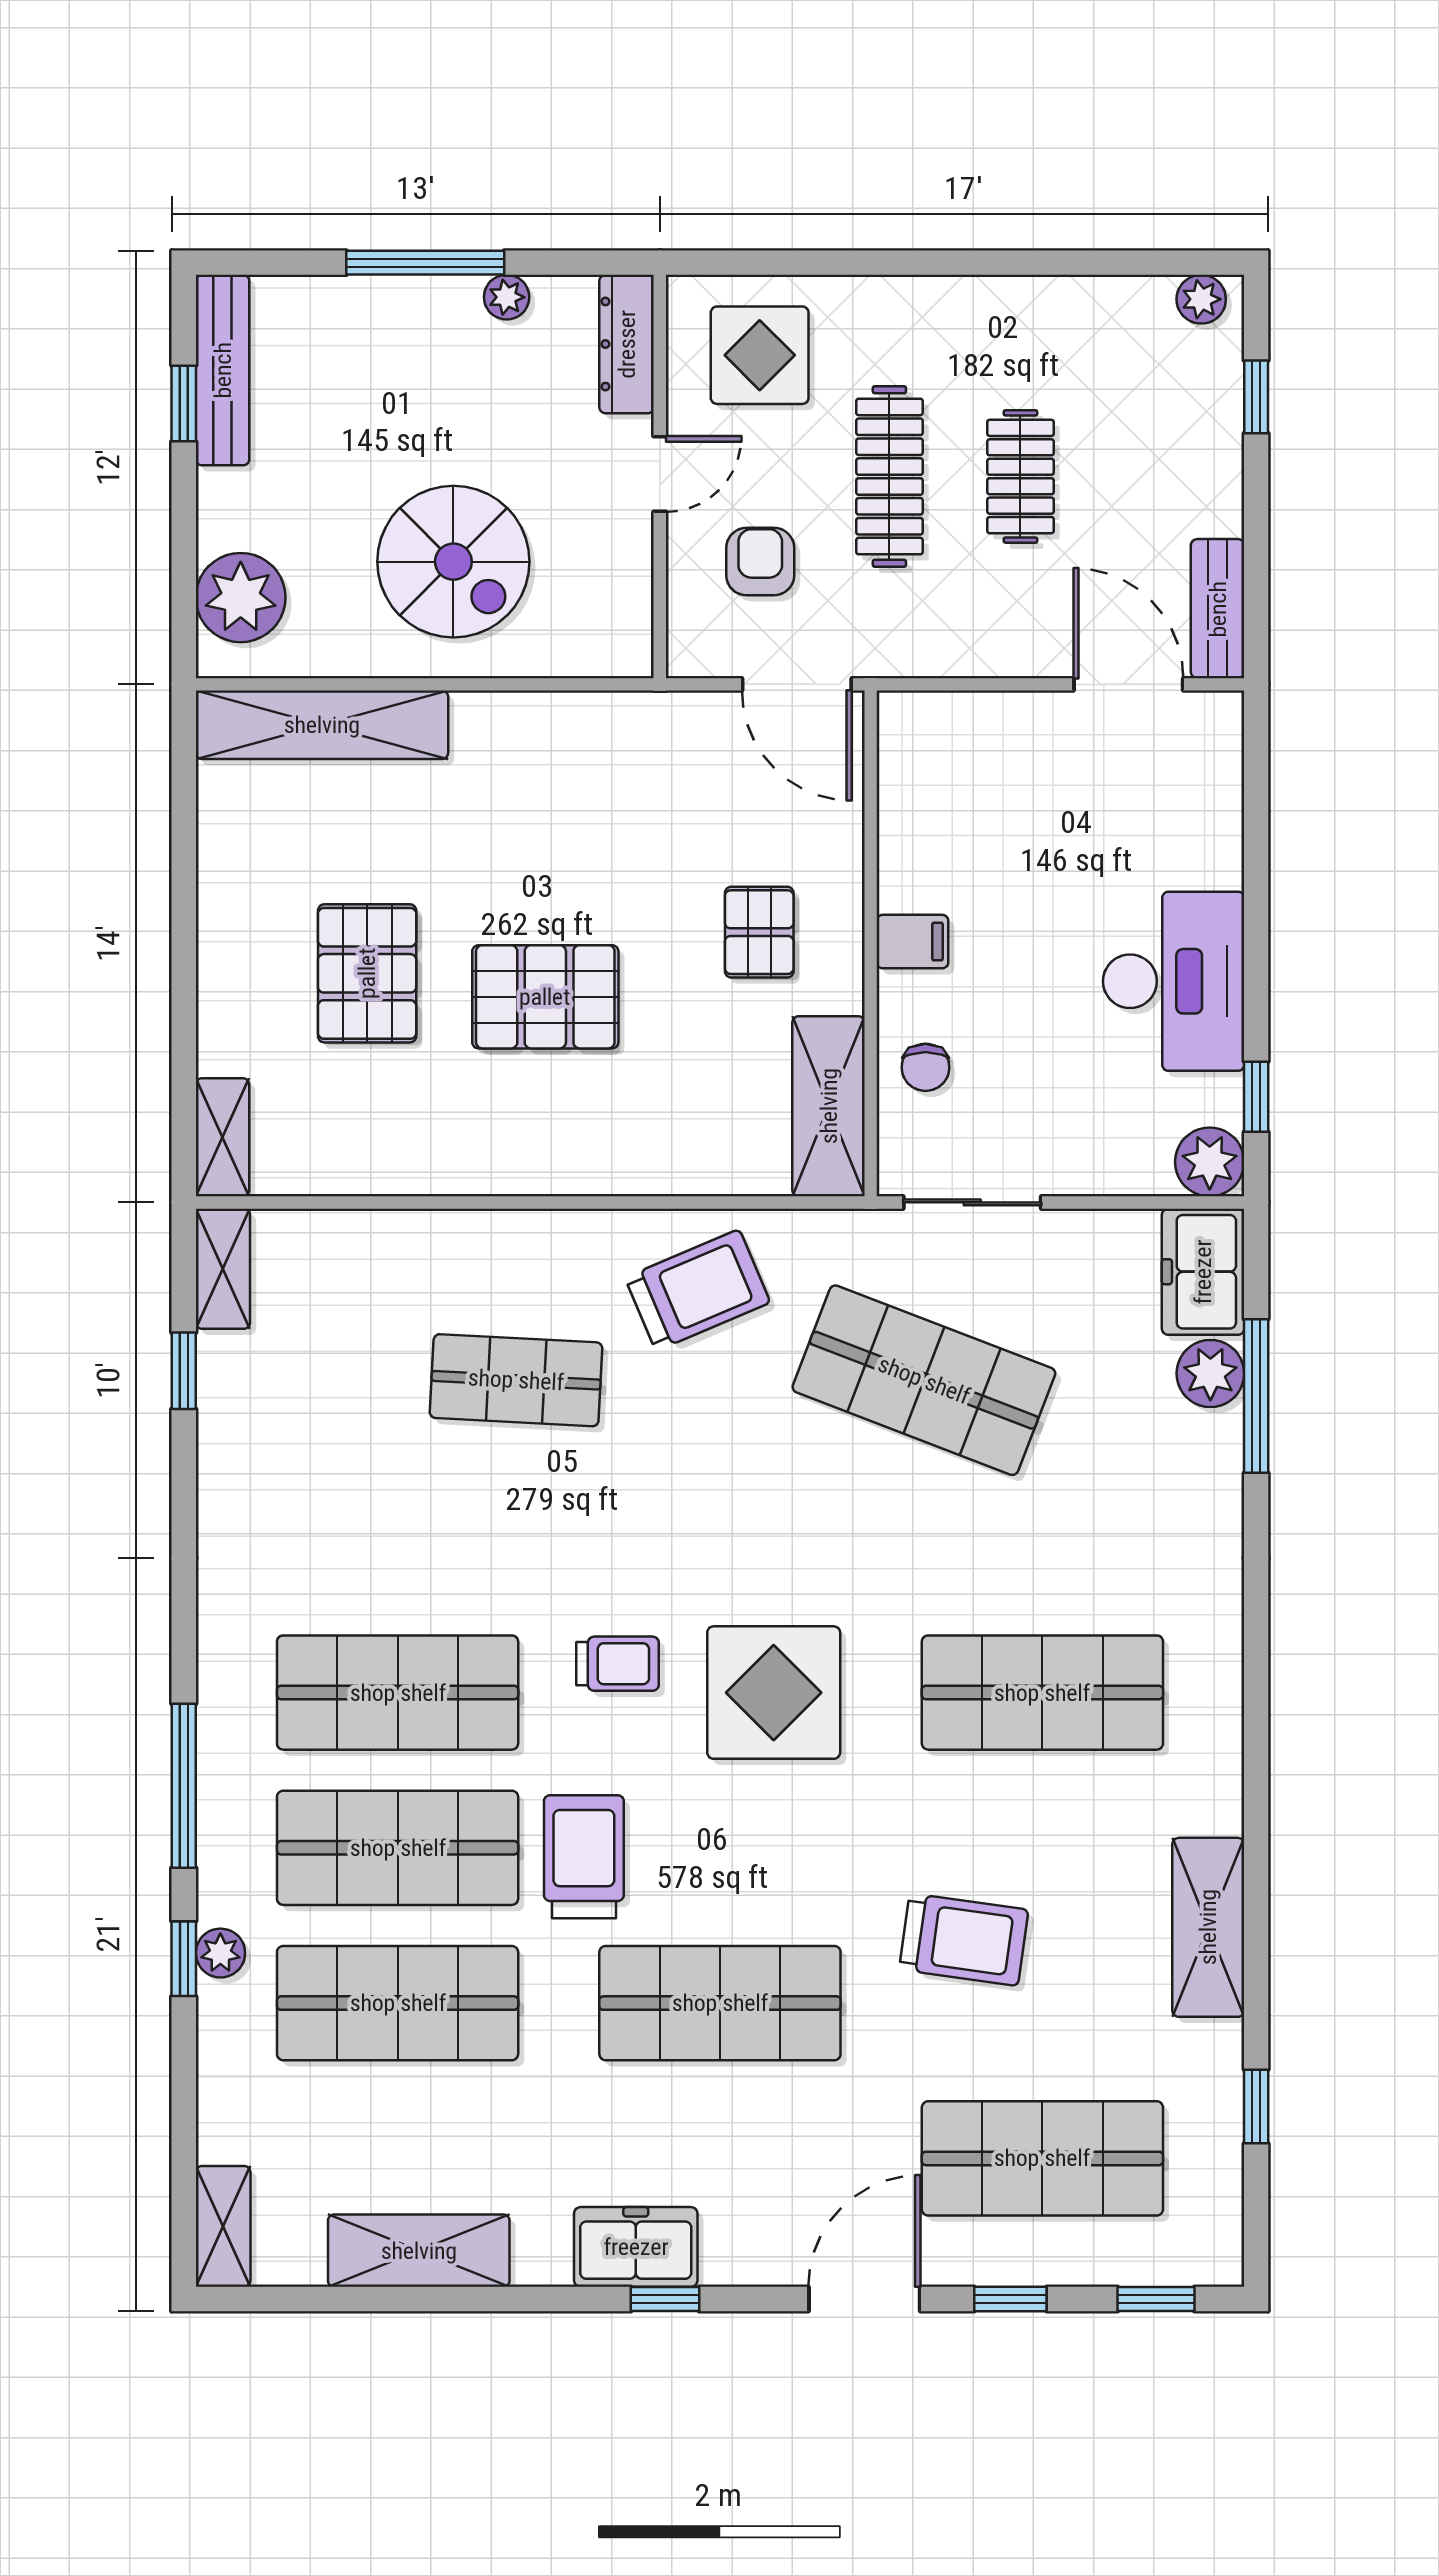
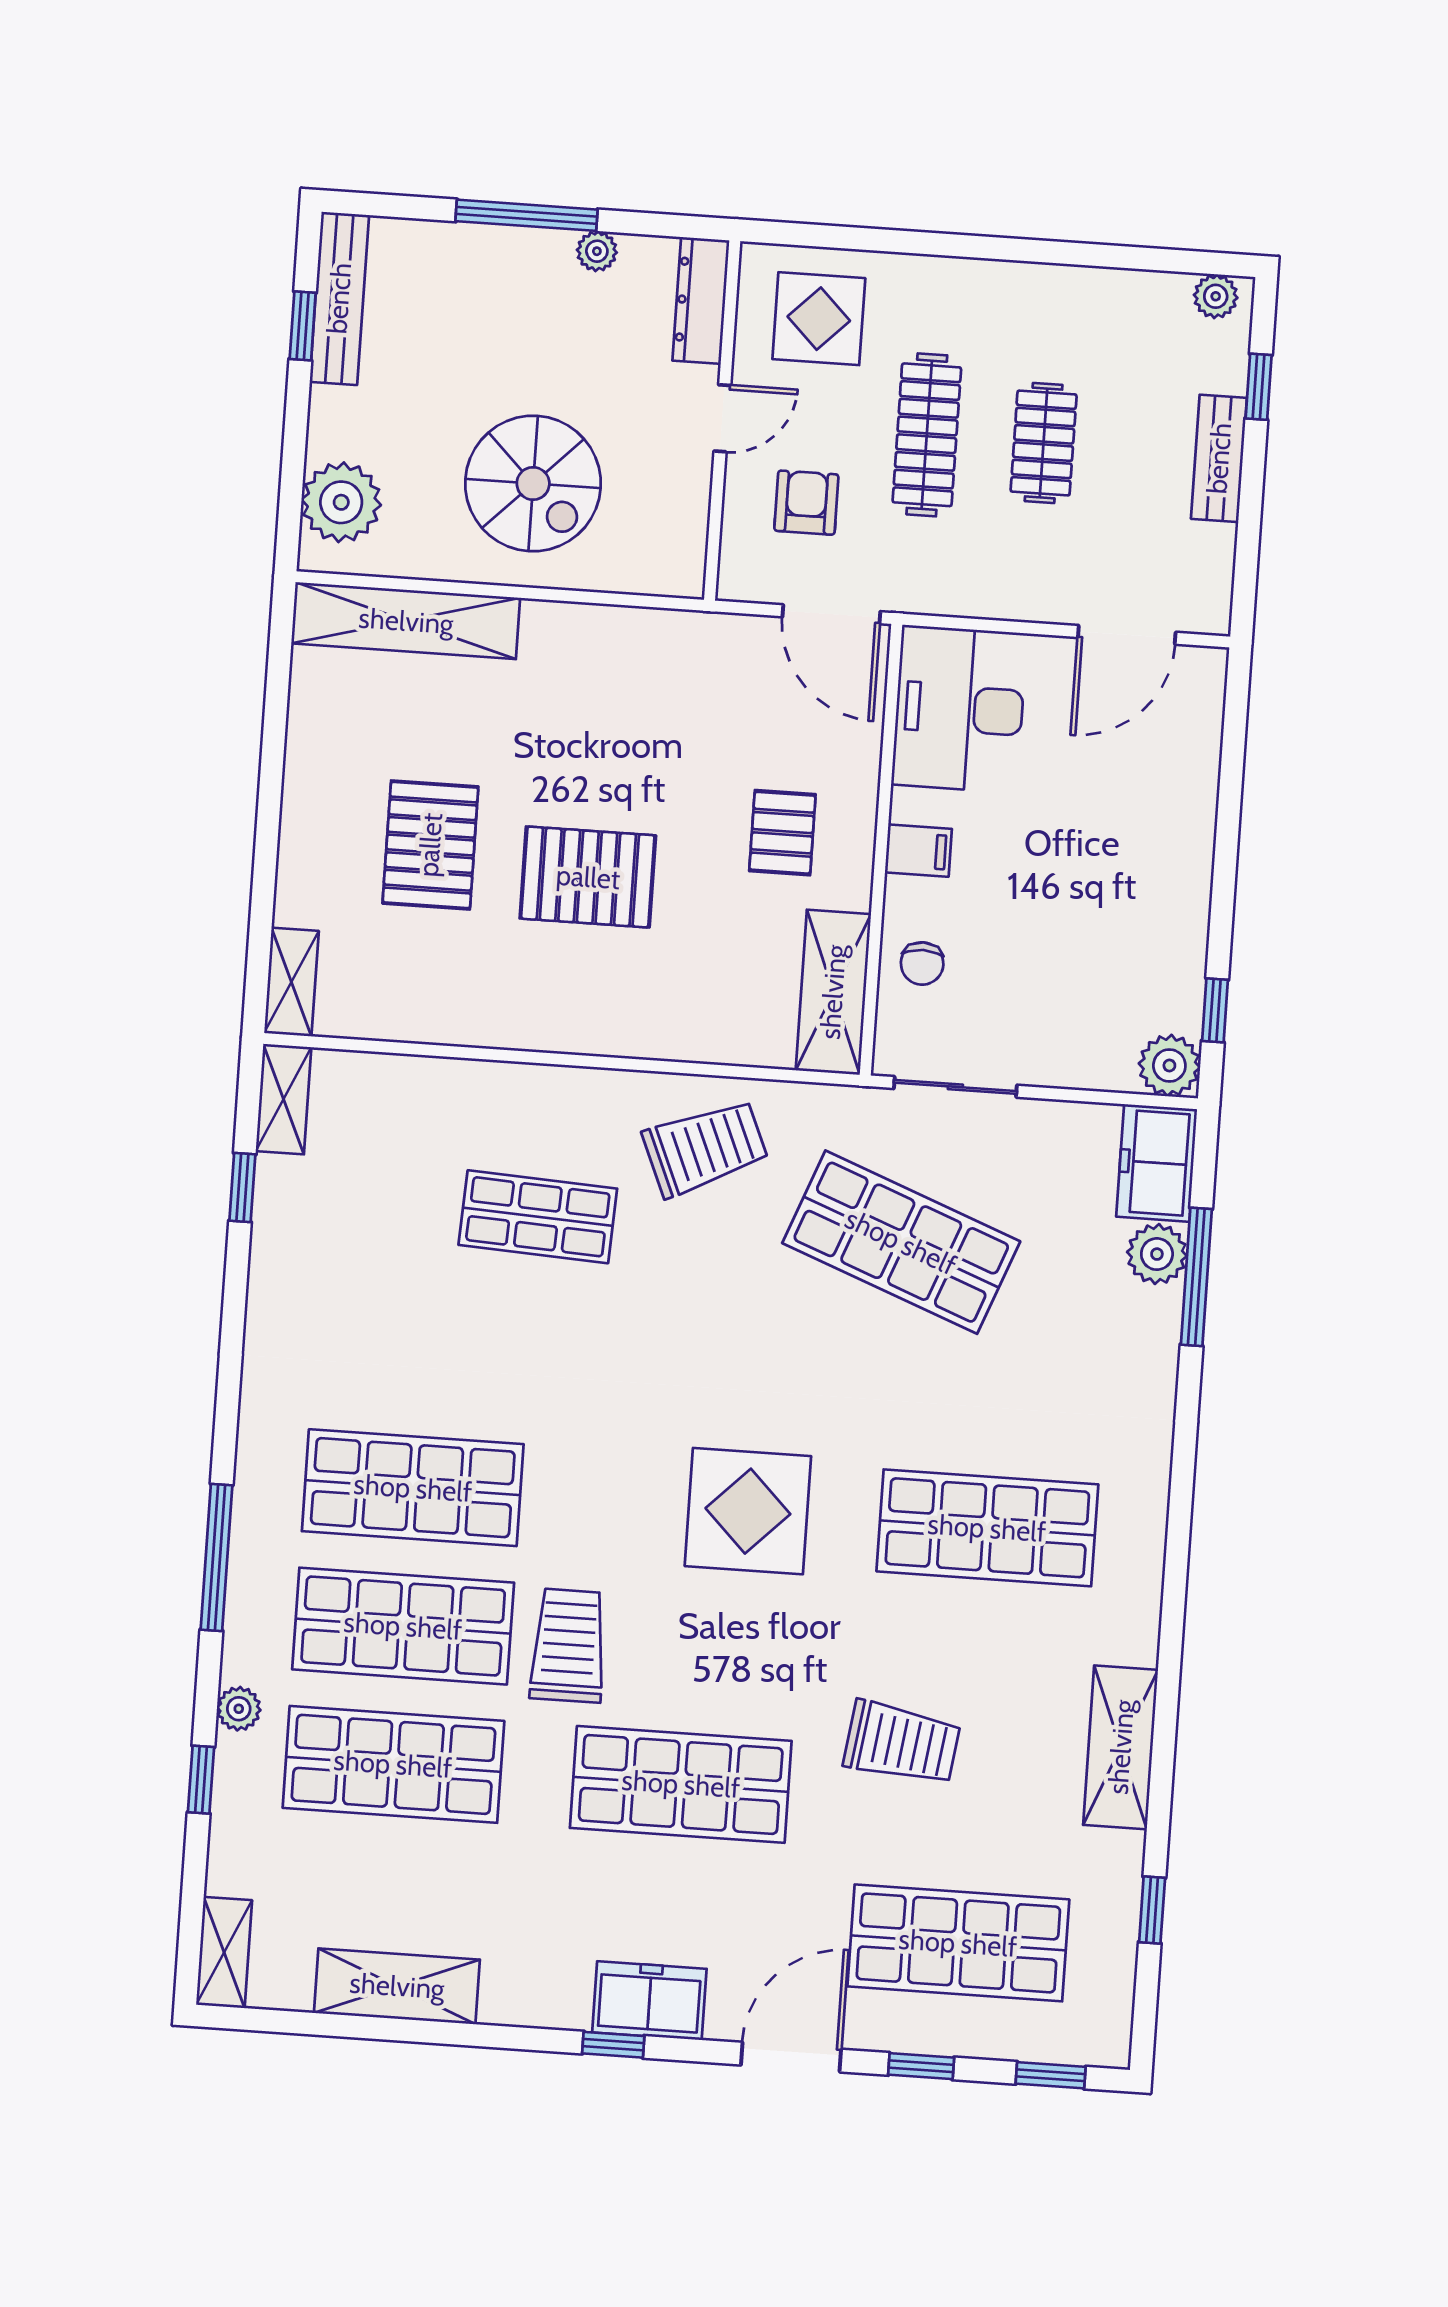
bench: (1218, 609) -> (1219, 458), moved
door: (1128, 684) -> (1127, 635), swing flipped
desk: (1174, 981) -> (959, 709), moved, turned 180
trolley: (618, 1664) -> (611, 1476), removed
window: (184, 1959) -> (201, 1780), moved
freezer: (636, 2247) -> (649, 2001), moved

